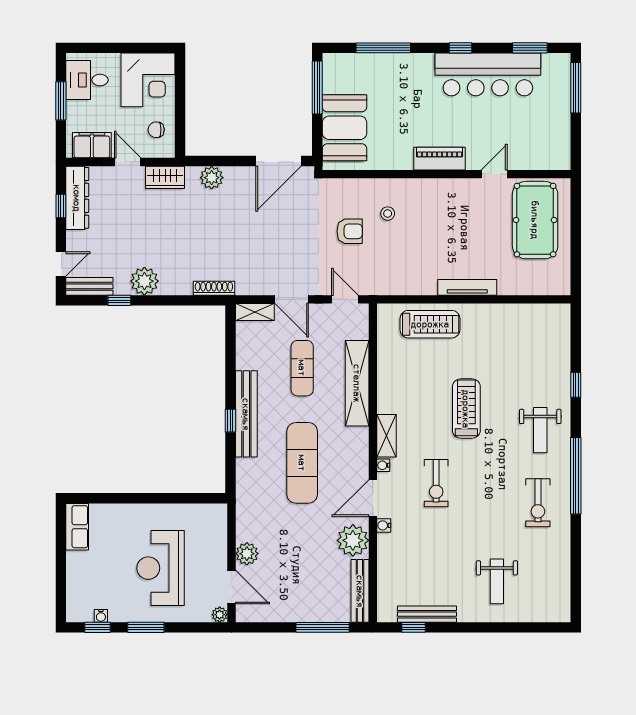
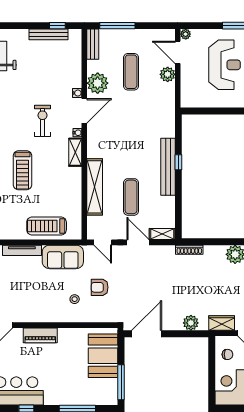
sofa: (405, 277) -> (63, 257), added
exercise mat: (302, 463) -> (131, 72), moved, width x0.73, depth x0.69
bench: (360, 591) -> (93, 44), width x0.73

